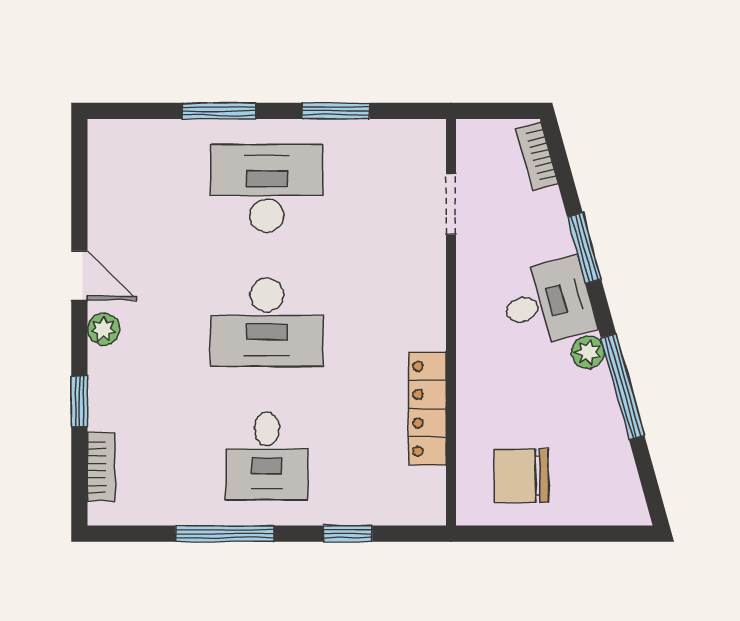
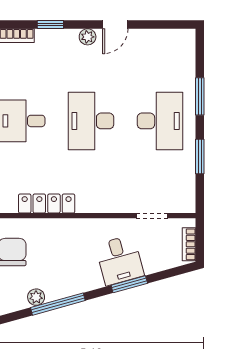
bookcase: (537, 156) -> (189, 244), moved, turned -75
desk: (547, 303) -> (120, 260), moved
plant: (588, 352) -> (36, 297), moved

